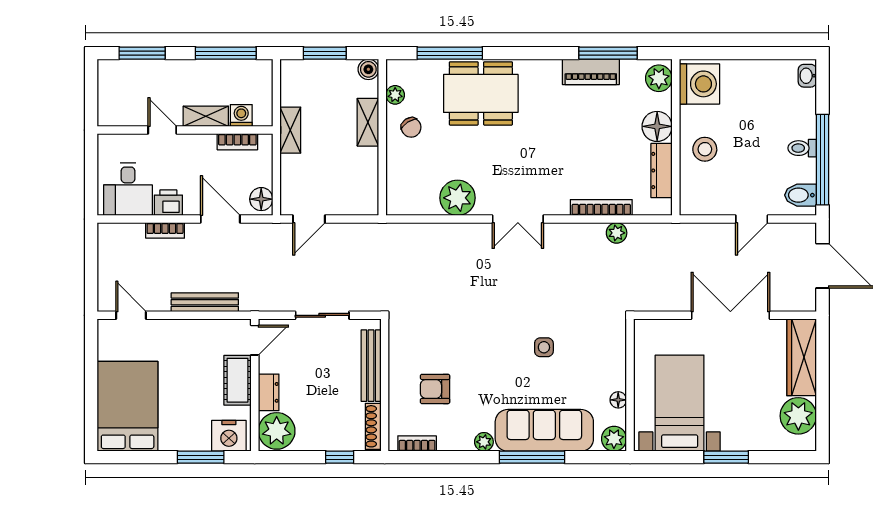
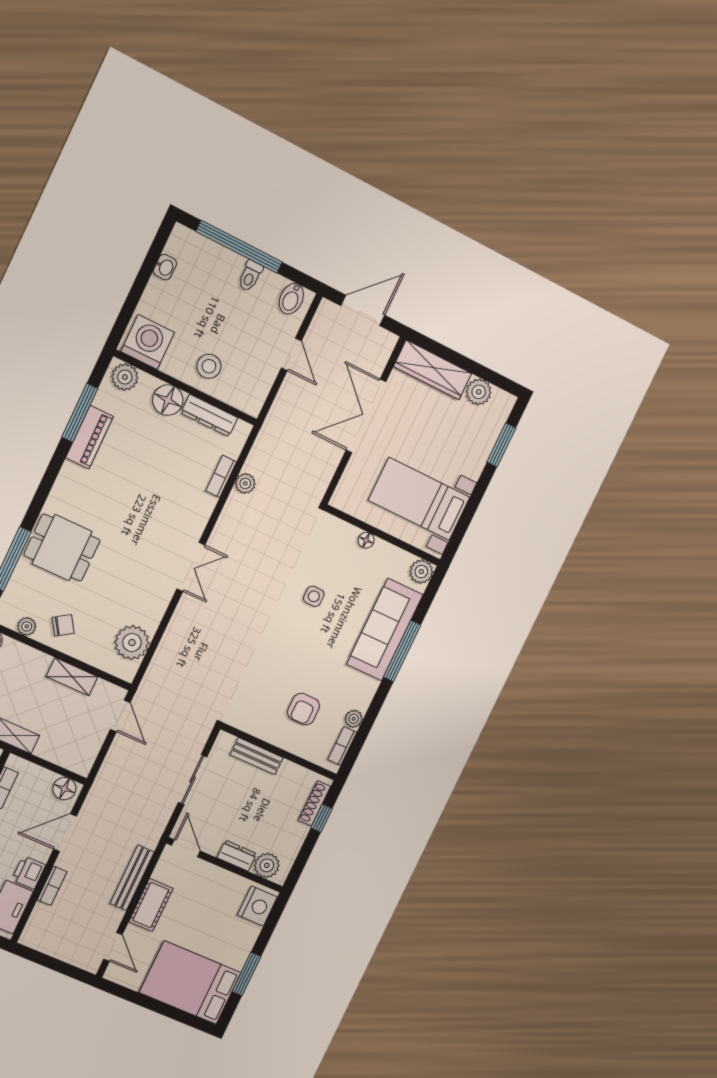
washbasin: (807, 76) -> (165, 267), moved, turned -90
dining table: (481, 93) -> (62, 548), width x0.73
shelving: (368, 122) -> (72, 677), moved
window: (822, 160) -> (239, 247), moved
plant: (458, 198) -> (132, 643), moved
bookcase: (601, 208) -> (221, 476), width x0.64
door: (309, 219) -> (120, 716), moved
door: (131, 315) -> (113, 947), swing flipped
bench: (371, 366) -> (257, 756), width x0.73
cot: (238, 380) -> (151, 905), moved, turned 90
floor lamp: (618, 400) -> (366, 540), moved
plant: (798, 416) -> (479, 392), width x0.73, depth x0.73
shoe rack: (373, 426) -> (315, 803), moved, turned 90
plant: (277, 431) -> (267, 865), width x0.73, depth x0.73
plant: (484, 442) -> (354, 719), moved
window: (201, 457) -> (246, 974), moved
window: (726, 457) -> (501, 445), moved

